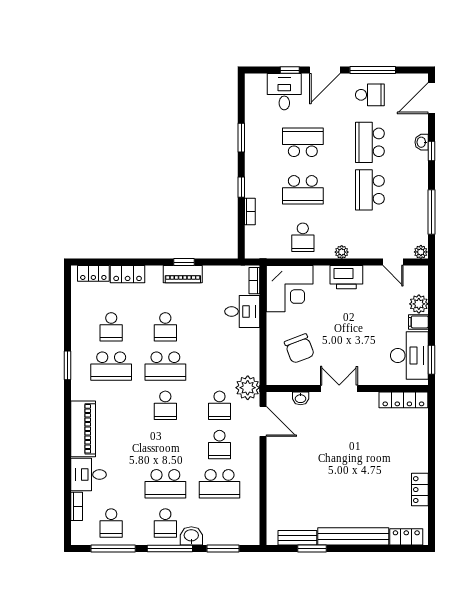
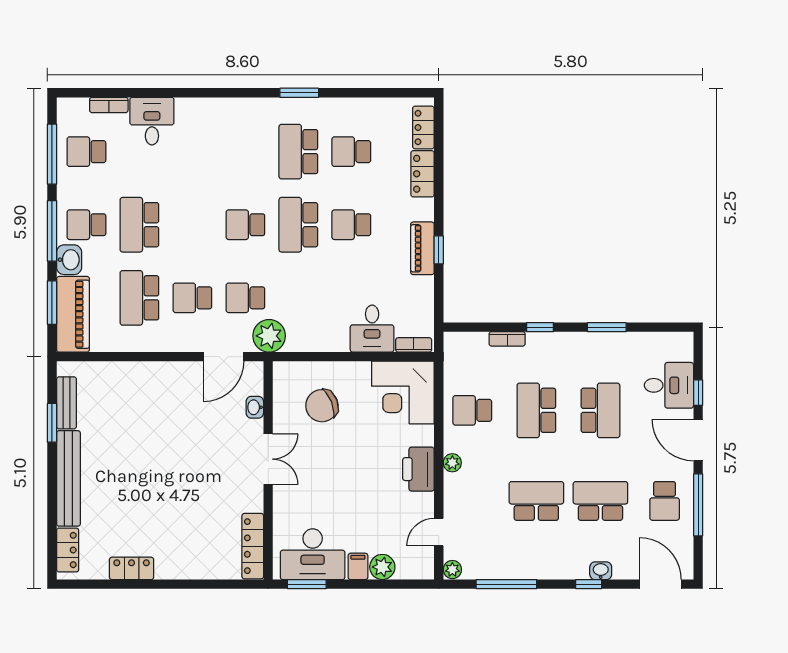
piano: (83, 429) -> (73, 314), moved, turned -90

